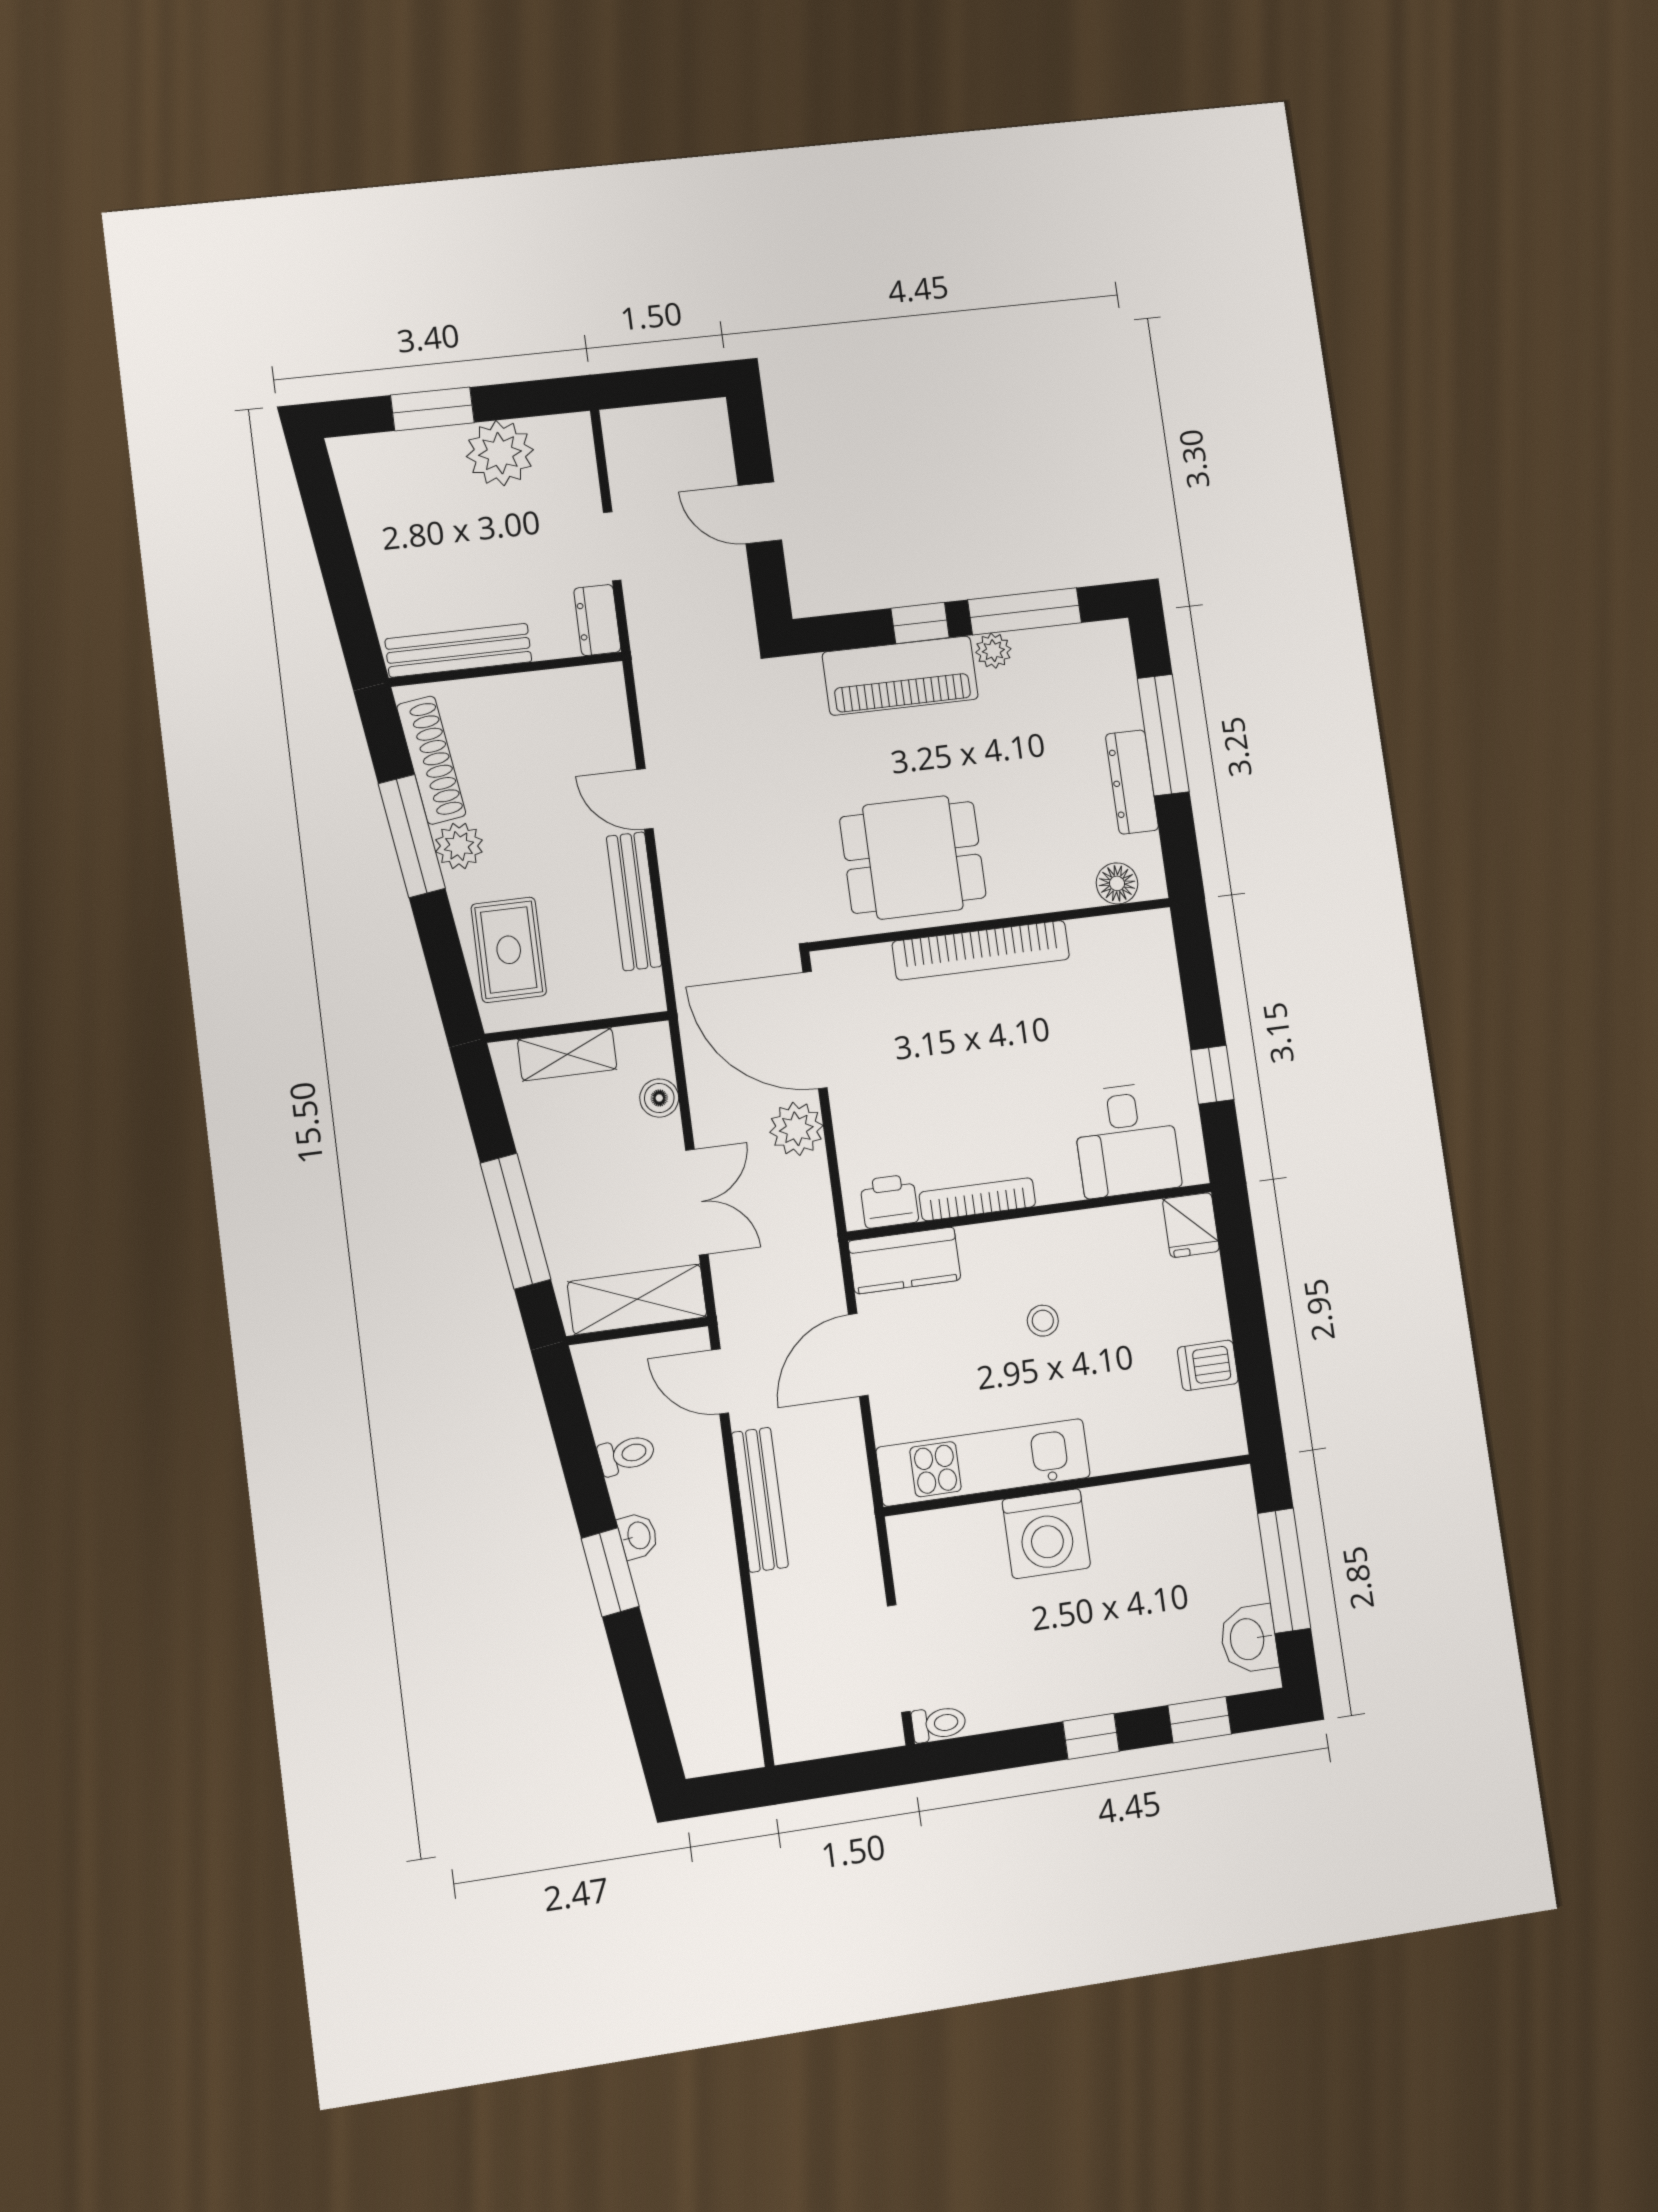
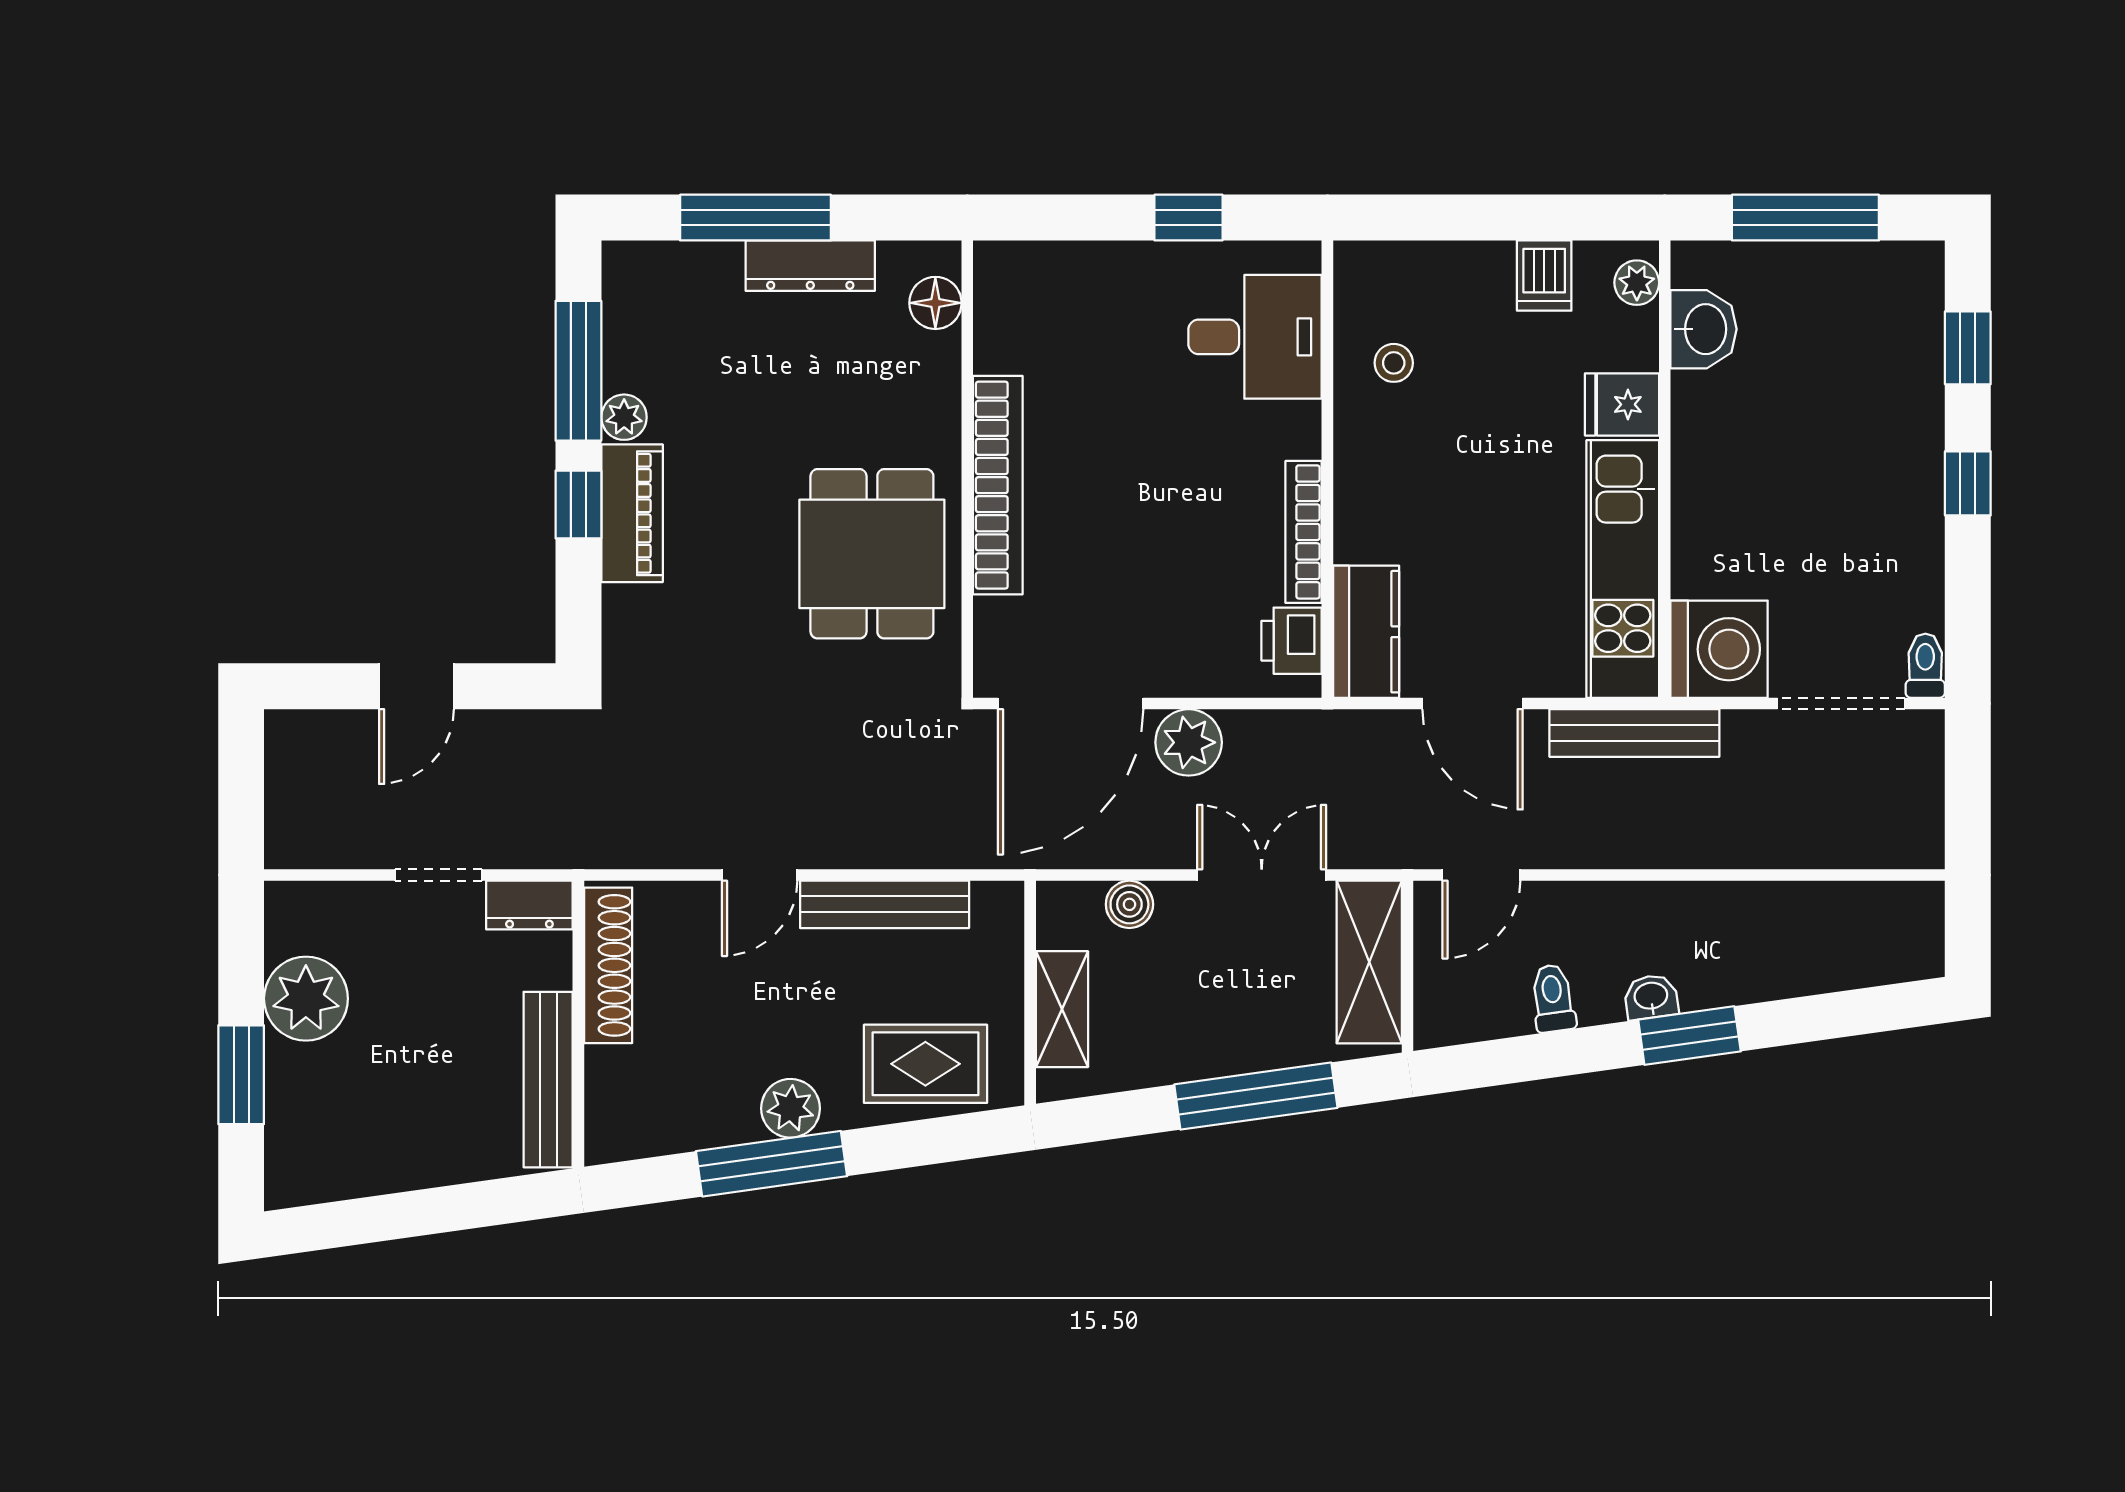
piano: (900, 676) -> (632, 513), width x0.73, depth x0.75
shoe rack: (431, 760) -> (608, 965), moved, turned 98
fridge: (1191, 1225) -> (1622, 404), moved, turned 180
stool: (1043, 1321) -> (1394, 363), moved
plant: (1213, 1441) -> (1637, 283), added
bench: (760, 1500) -> (1634, 733), moved
washing machine: (1046, 1534) -> (1719, 649), moved
washbasin: (1249, 1639) -> (1704, 329), moved, turned -90

